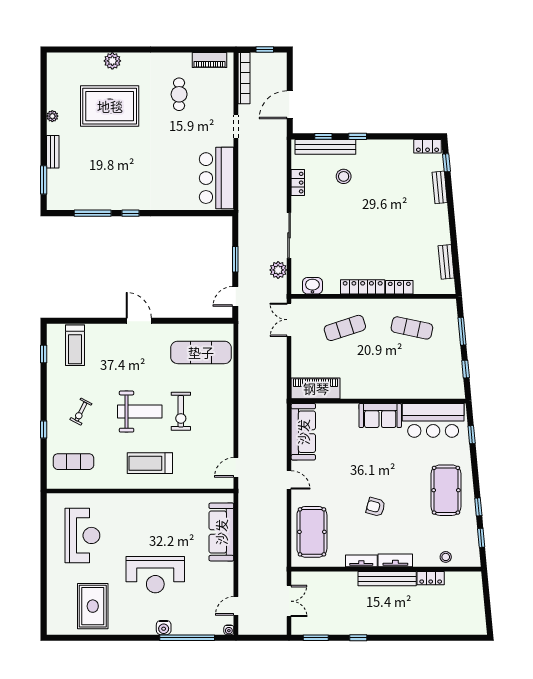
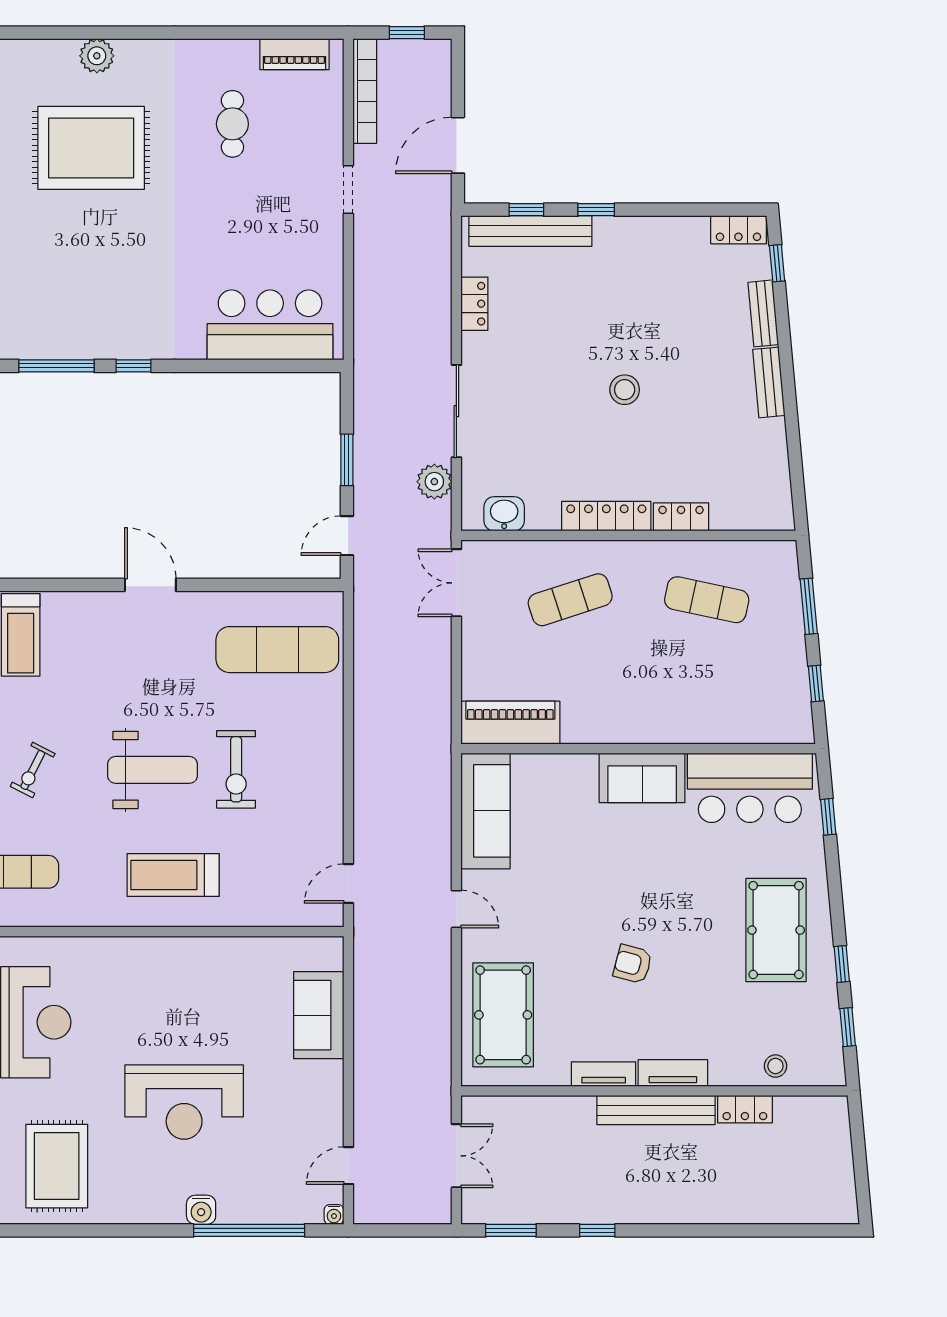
stool: (344, 176) -> (625, 390), moved
bar counter: (217, 178) -> (270, 325), moved, turned 90
bench: (446, 262) -> (769, 382), moved
sofa: (221, 532) -> (319, 1015), width x0.73

